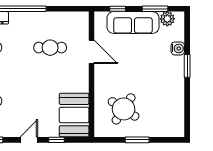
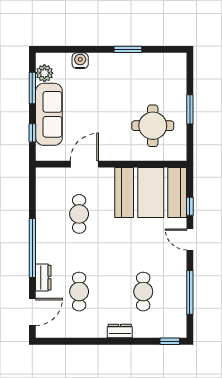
window: (187, 66) -> (128, 49), moved
round table: (124, 109) -> (153, 126), turned -33
booth: (74, 115) -> (151, 193), width x1.36, depth x1.42

